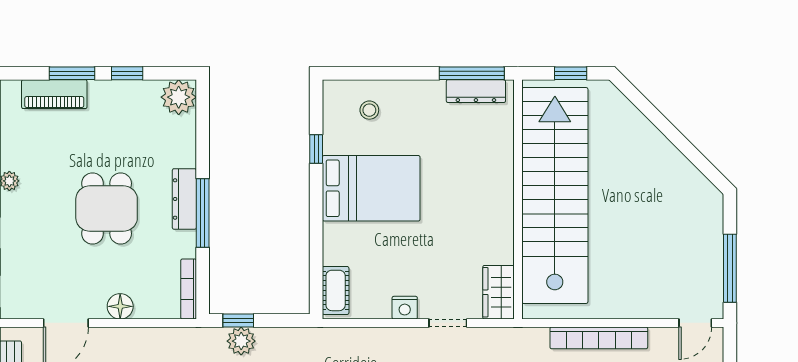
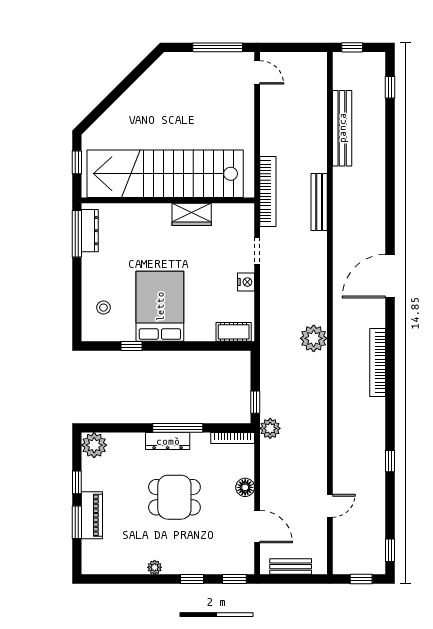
piano: (54, 94) -> (92, 515), moved
wardrobe: (499, 292) -> (192, 214), moved
bookcase: (599, 338) -> (268, 191), moved
plant: (241, 341) -> (270, 428), moved

